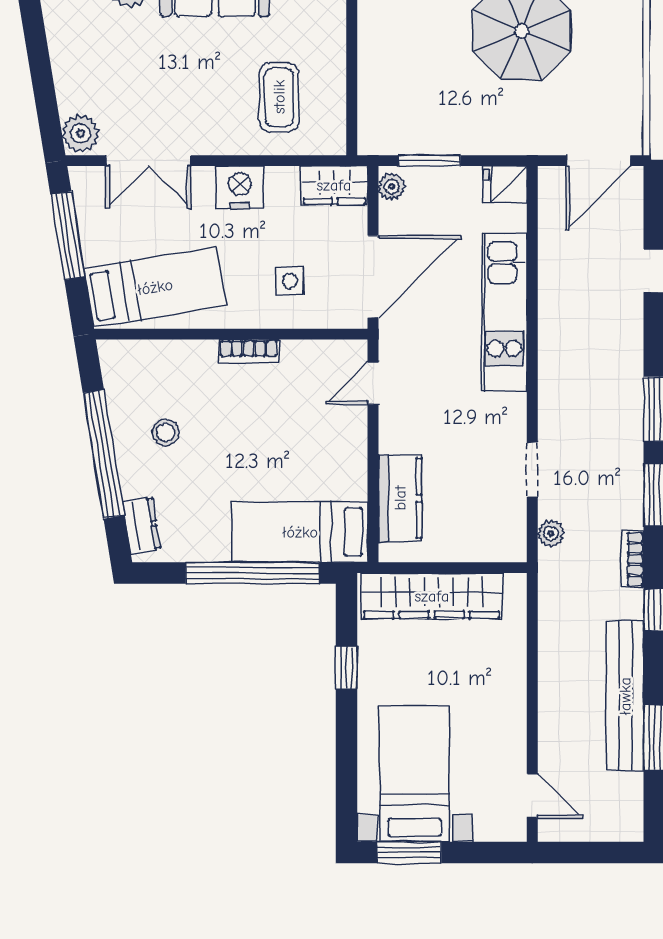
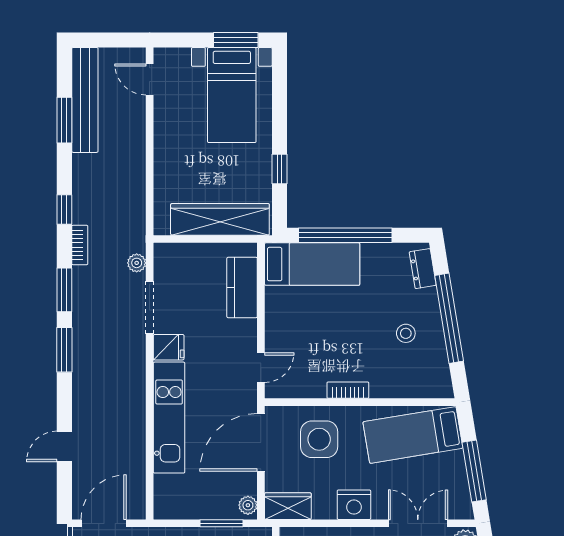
fridge: (505, 184) -> (169, 347), moved
side table: (290, 281) -> (319, 439), width x1.87, depth x1.87
doorway: (532, 470) -> (150, 307), width x1.38
bench: (625, 696) -> (85, 100), moved

